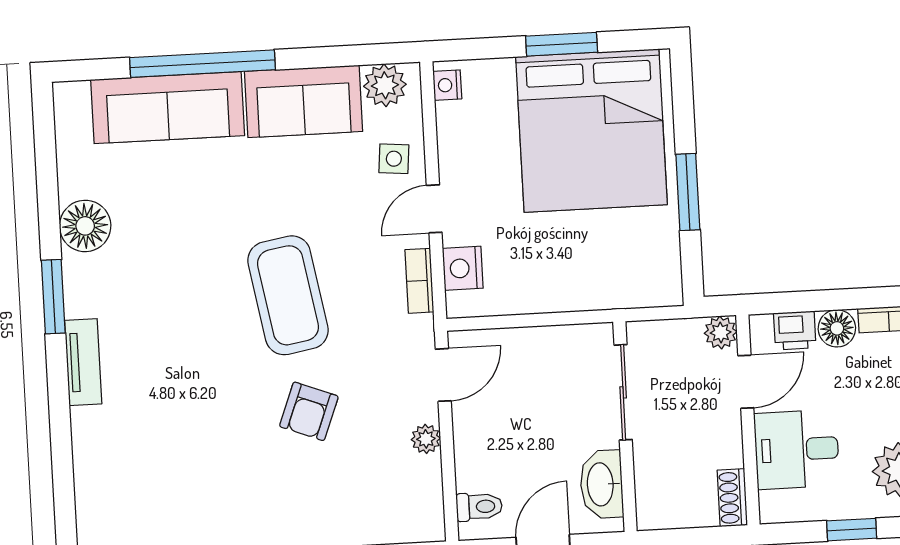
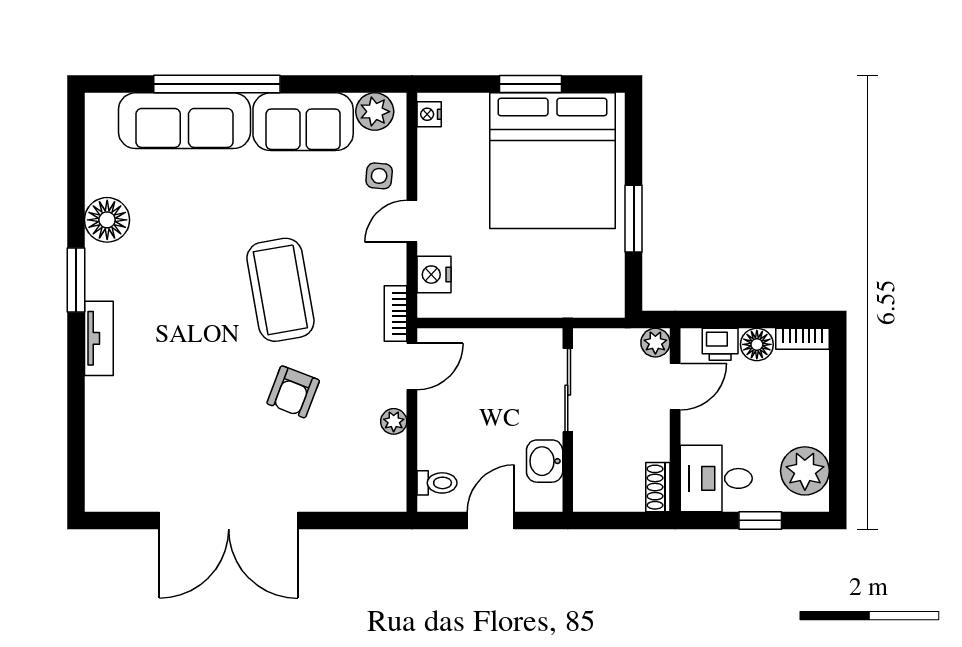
bookcase: (419, 281) -> (396, 314), moved
desk: (797, 449) -> (716, 478), moved
washbasin: (601, 484) -> (545, 461), width x0.72

